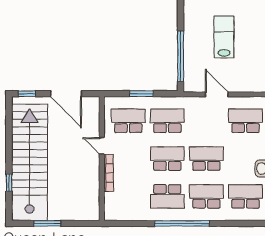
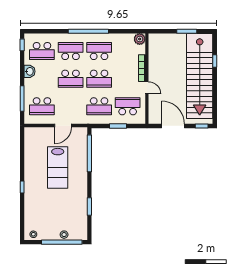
lab bench: (224, 37) -> (58, 167), width x1.36, depth x1.39
door: (217, 94) -> (63, 126), hinge flipped
school desk: (128, 121) -> (128, 106), turned 180
school desk: (206, 196) -> (71, 51), turned 180
plant: (112, 213) -> (140, 39), added

